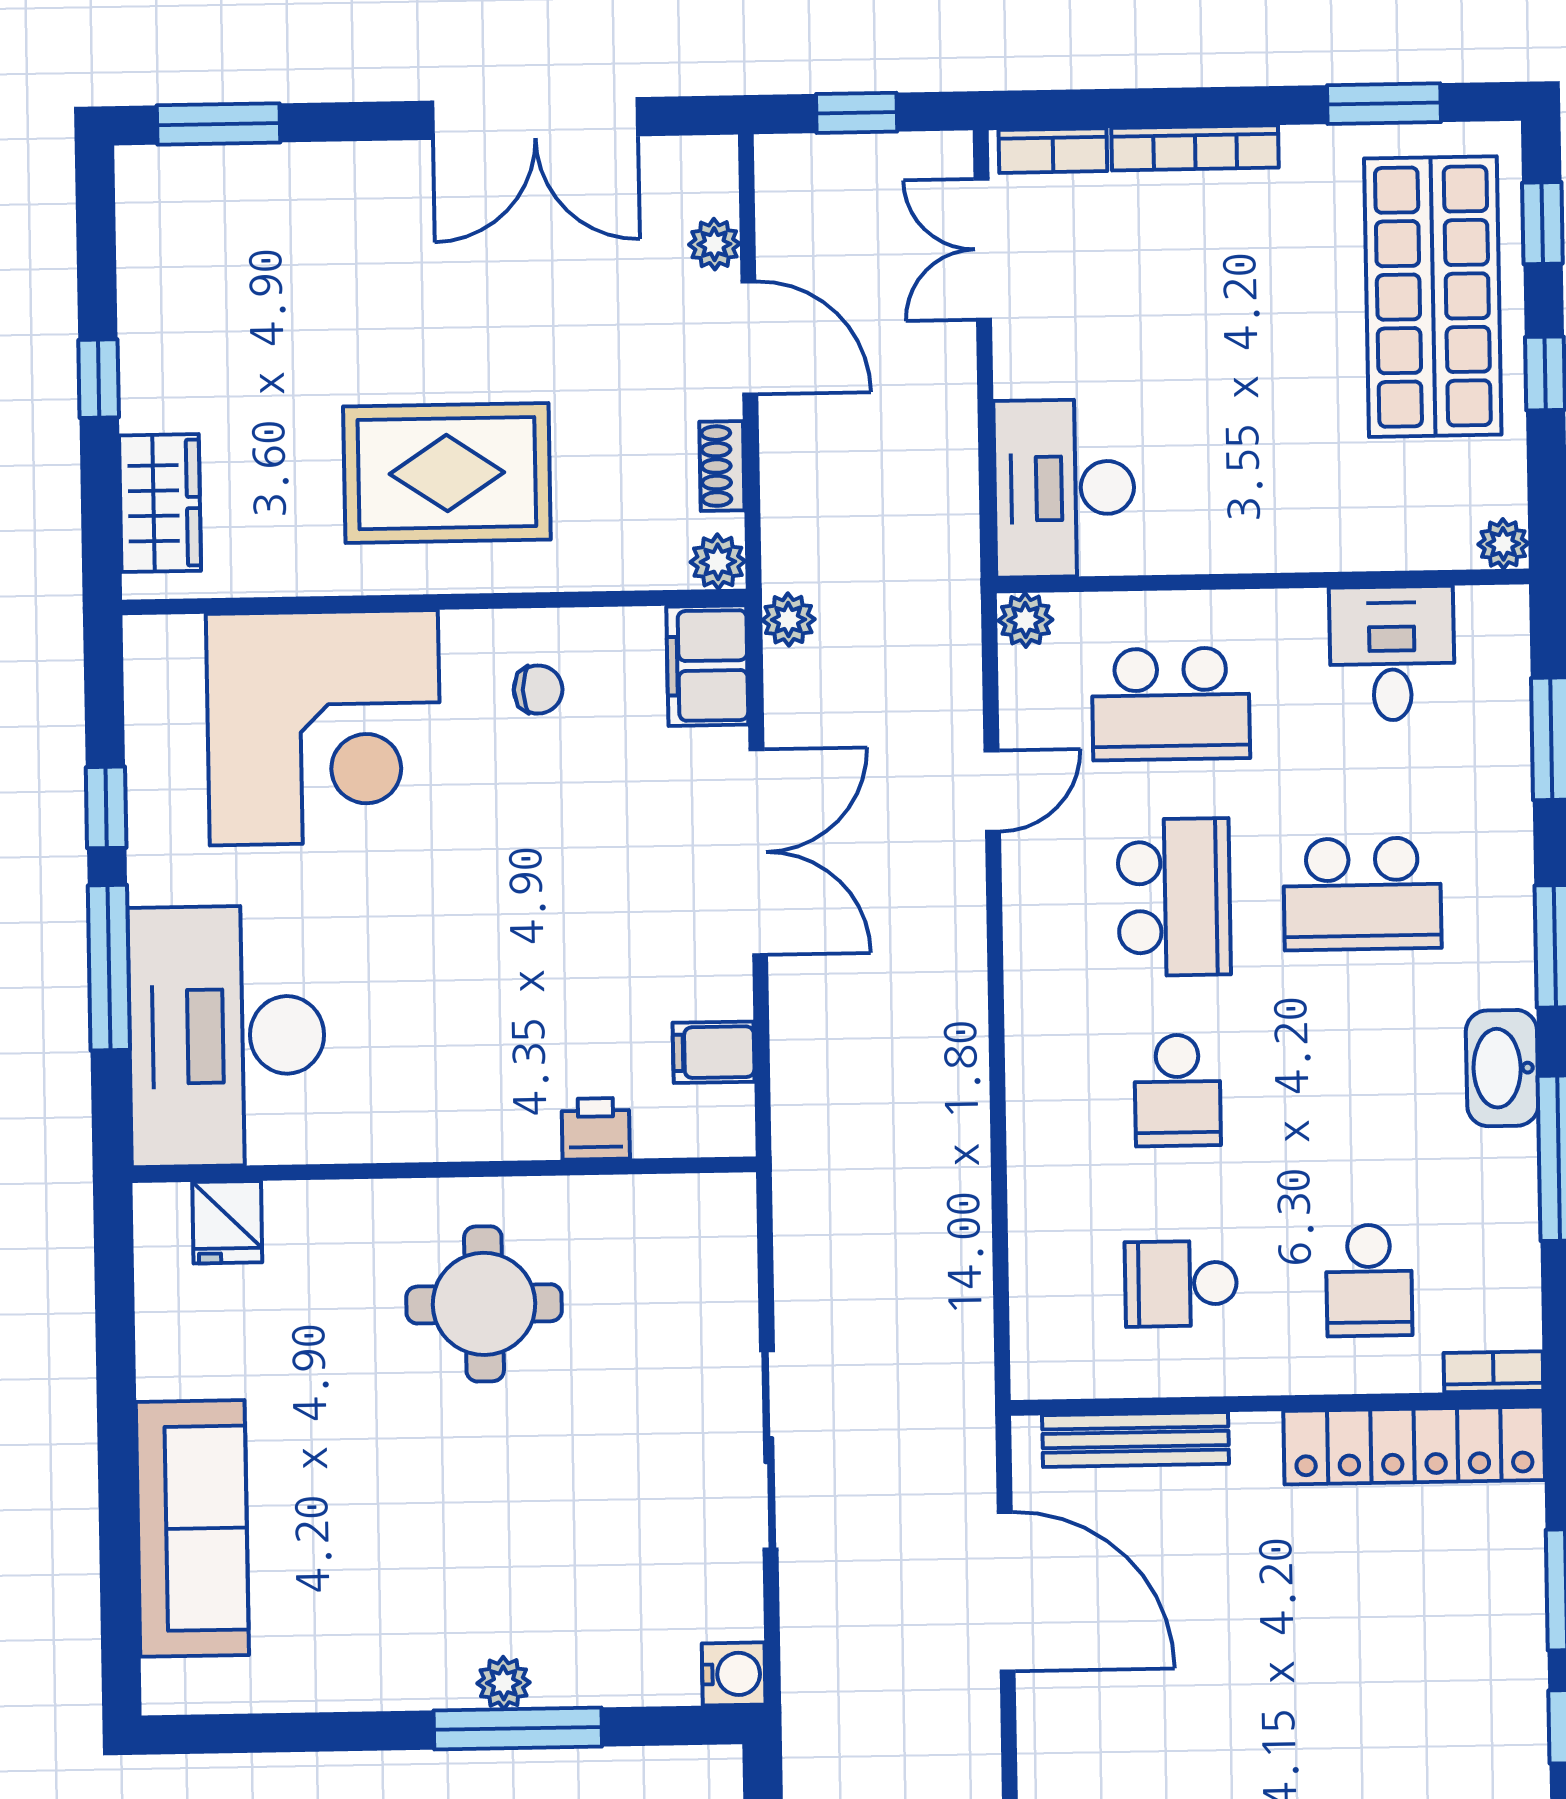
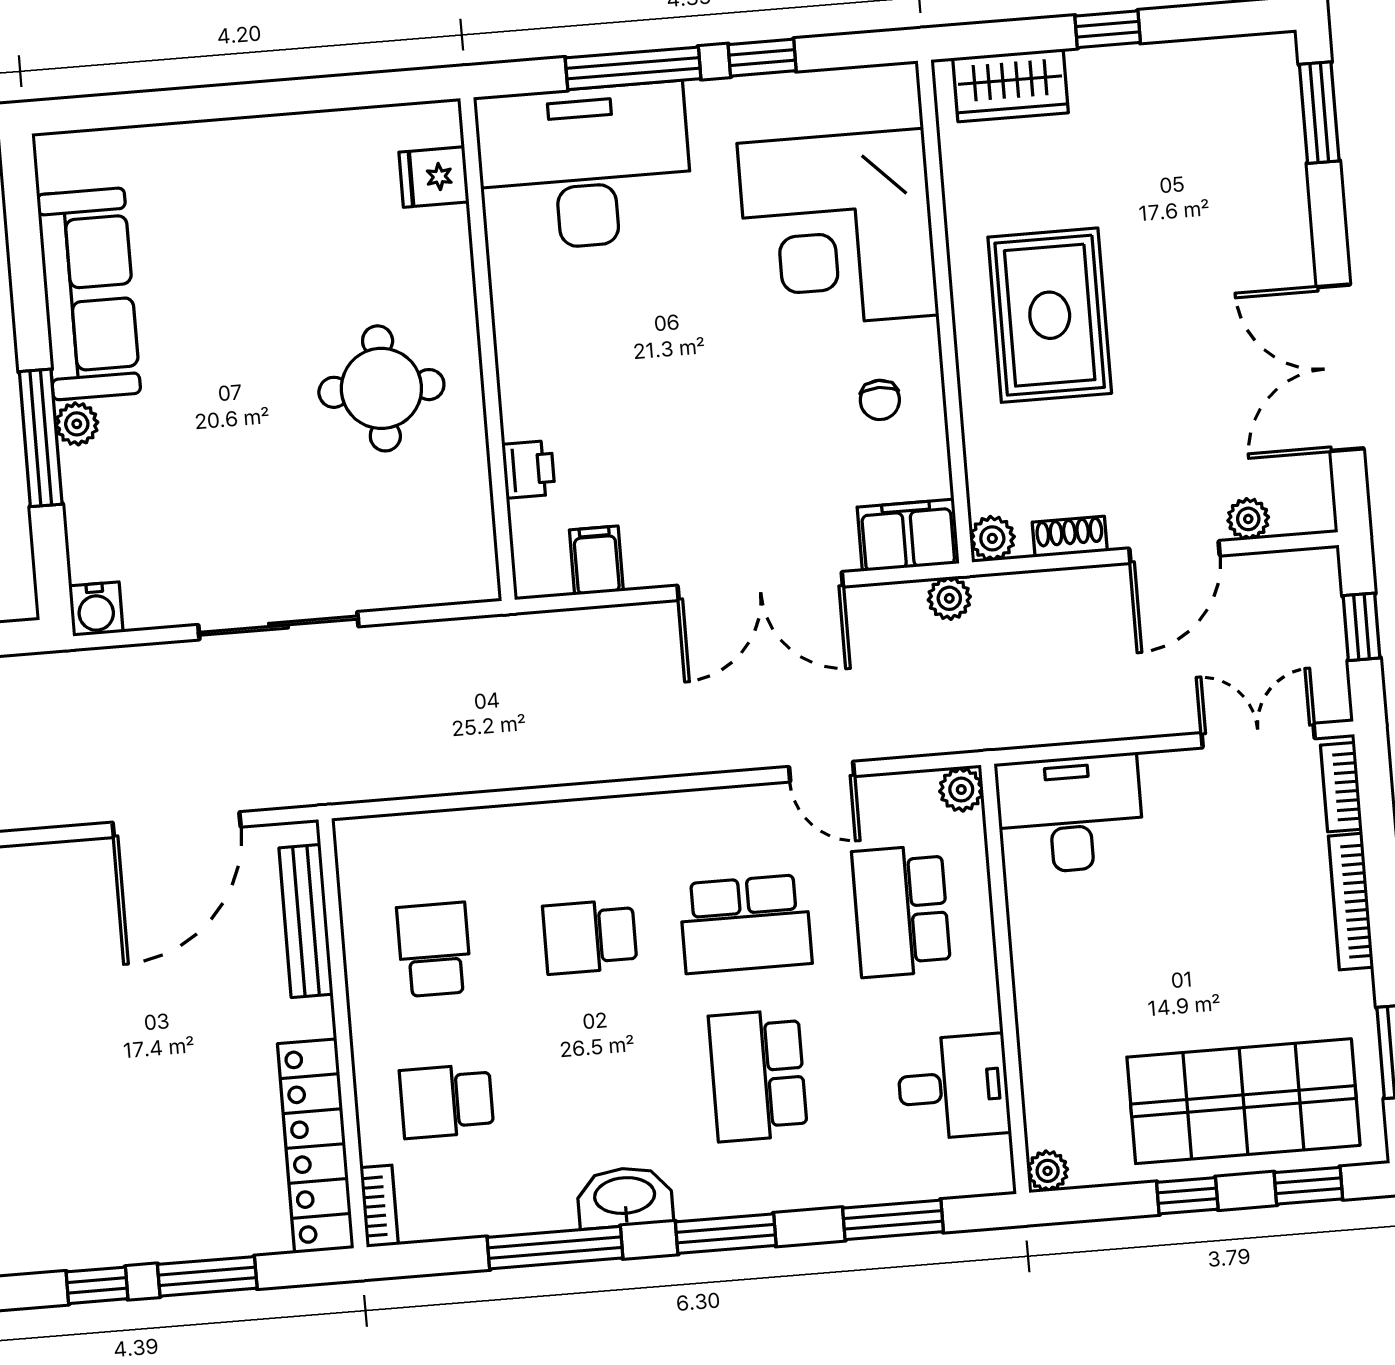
sofa: (192, 1528) -> (89, 294), moved, turned -90

